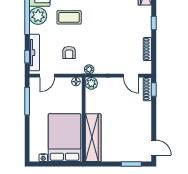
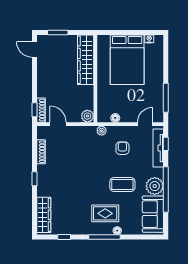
plant: (91, 83) -> (87, 116), moved
wall: (84, 120) -> (95, 79), moved
wardrobe: (93, 138) -> (86, 60), moved

